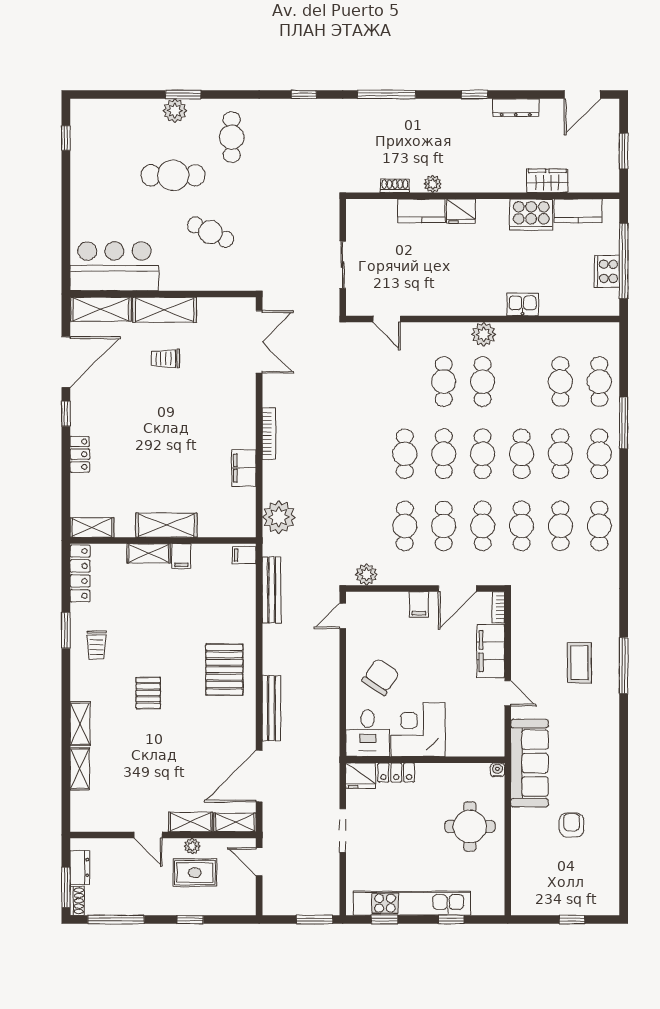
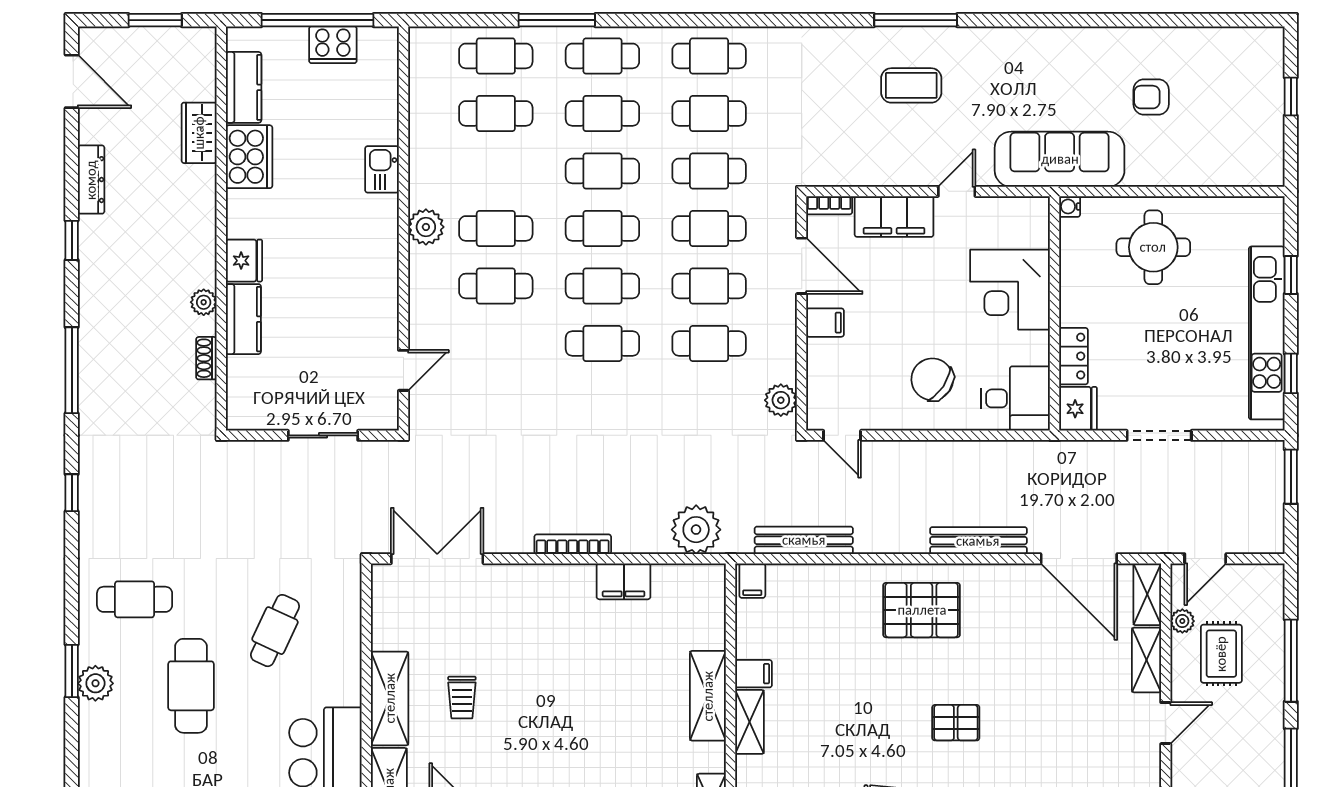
corner desk: (418, 730) -> (1010, 290), moved
plant: (192, 846) -> (1182, 621), moved
window: (190, 920) -> (1291, 661), width x2.17

